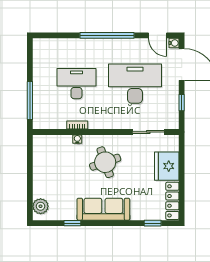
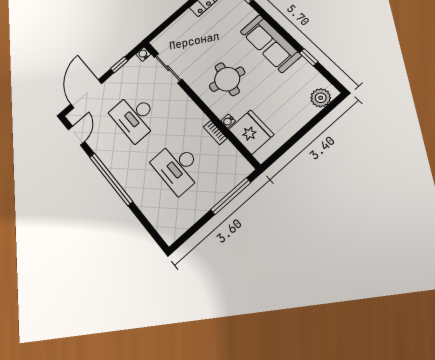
water cooler: (174, 43) -> (143, 54), moved
desk: (135, 84) -> (135, 117), width x0.73, depth x0.77
round table: (105, 162) -> (227, 79), turned 31
fridge: (167, 166) -> (251, 132), moved, turned -90

